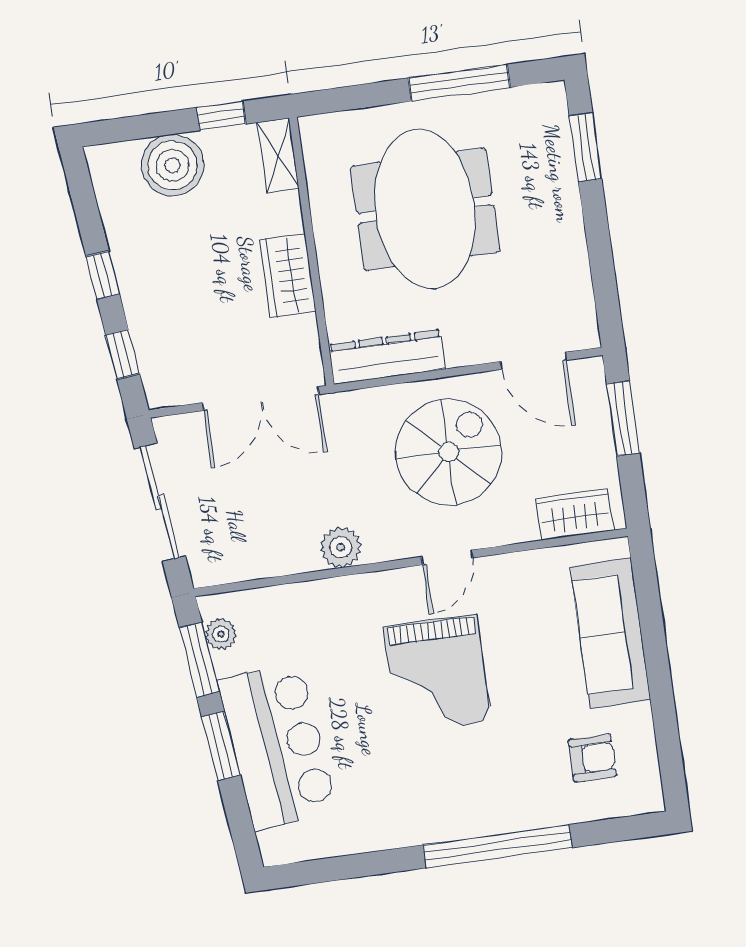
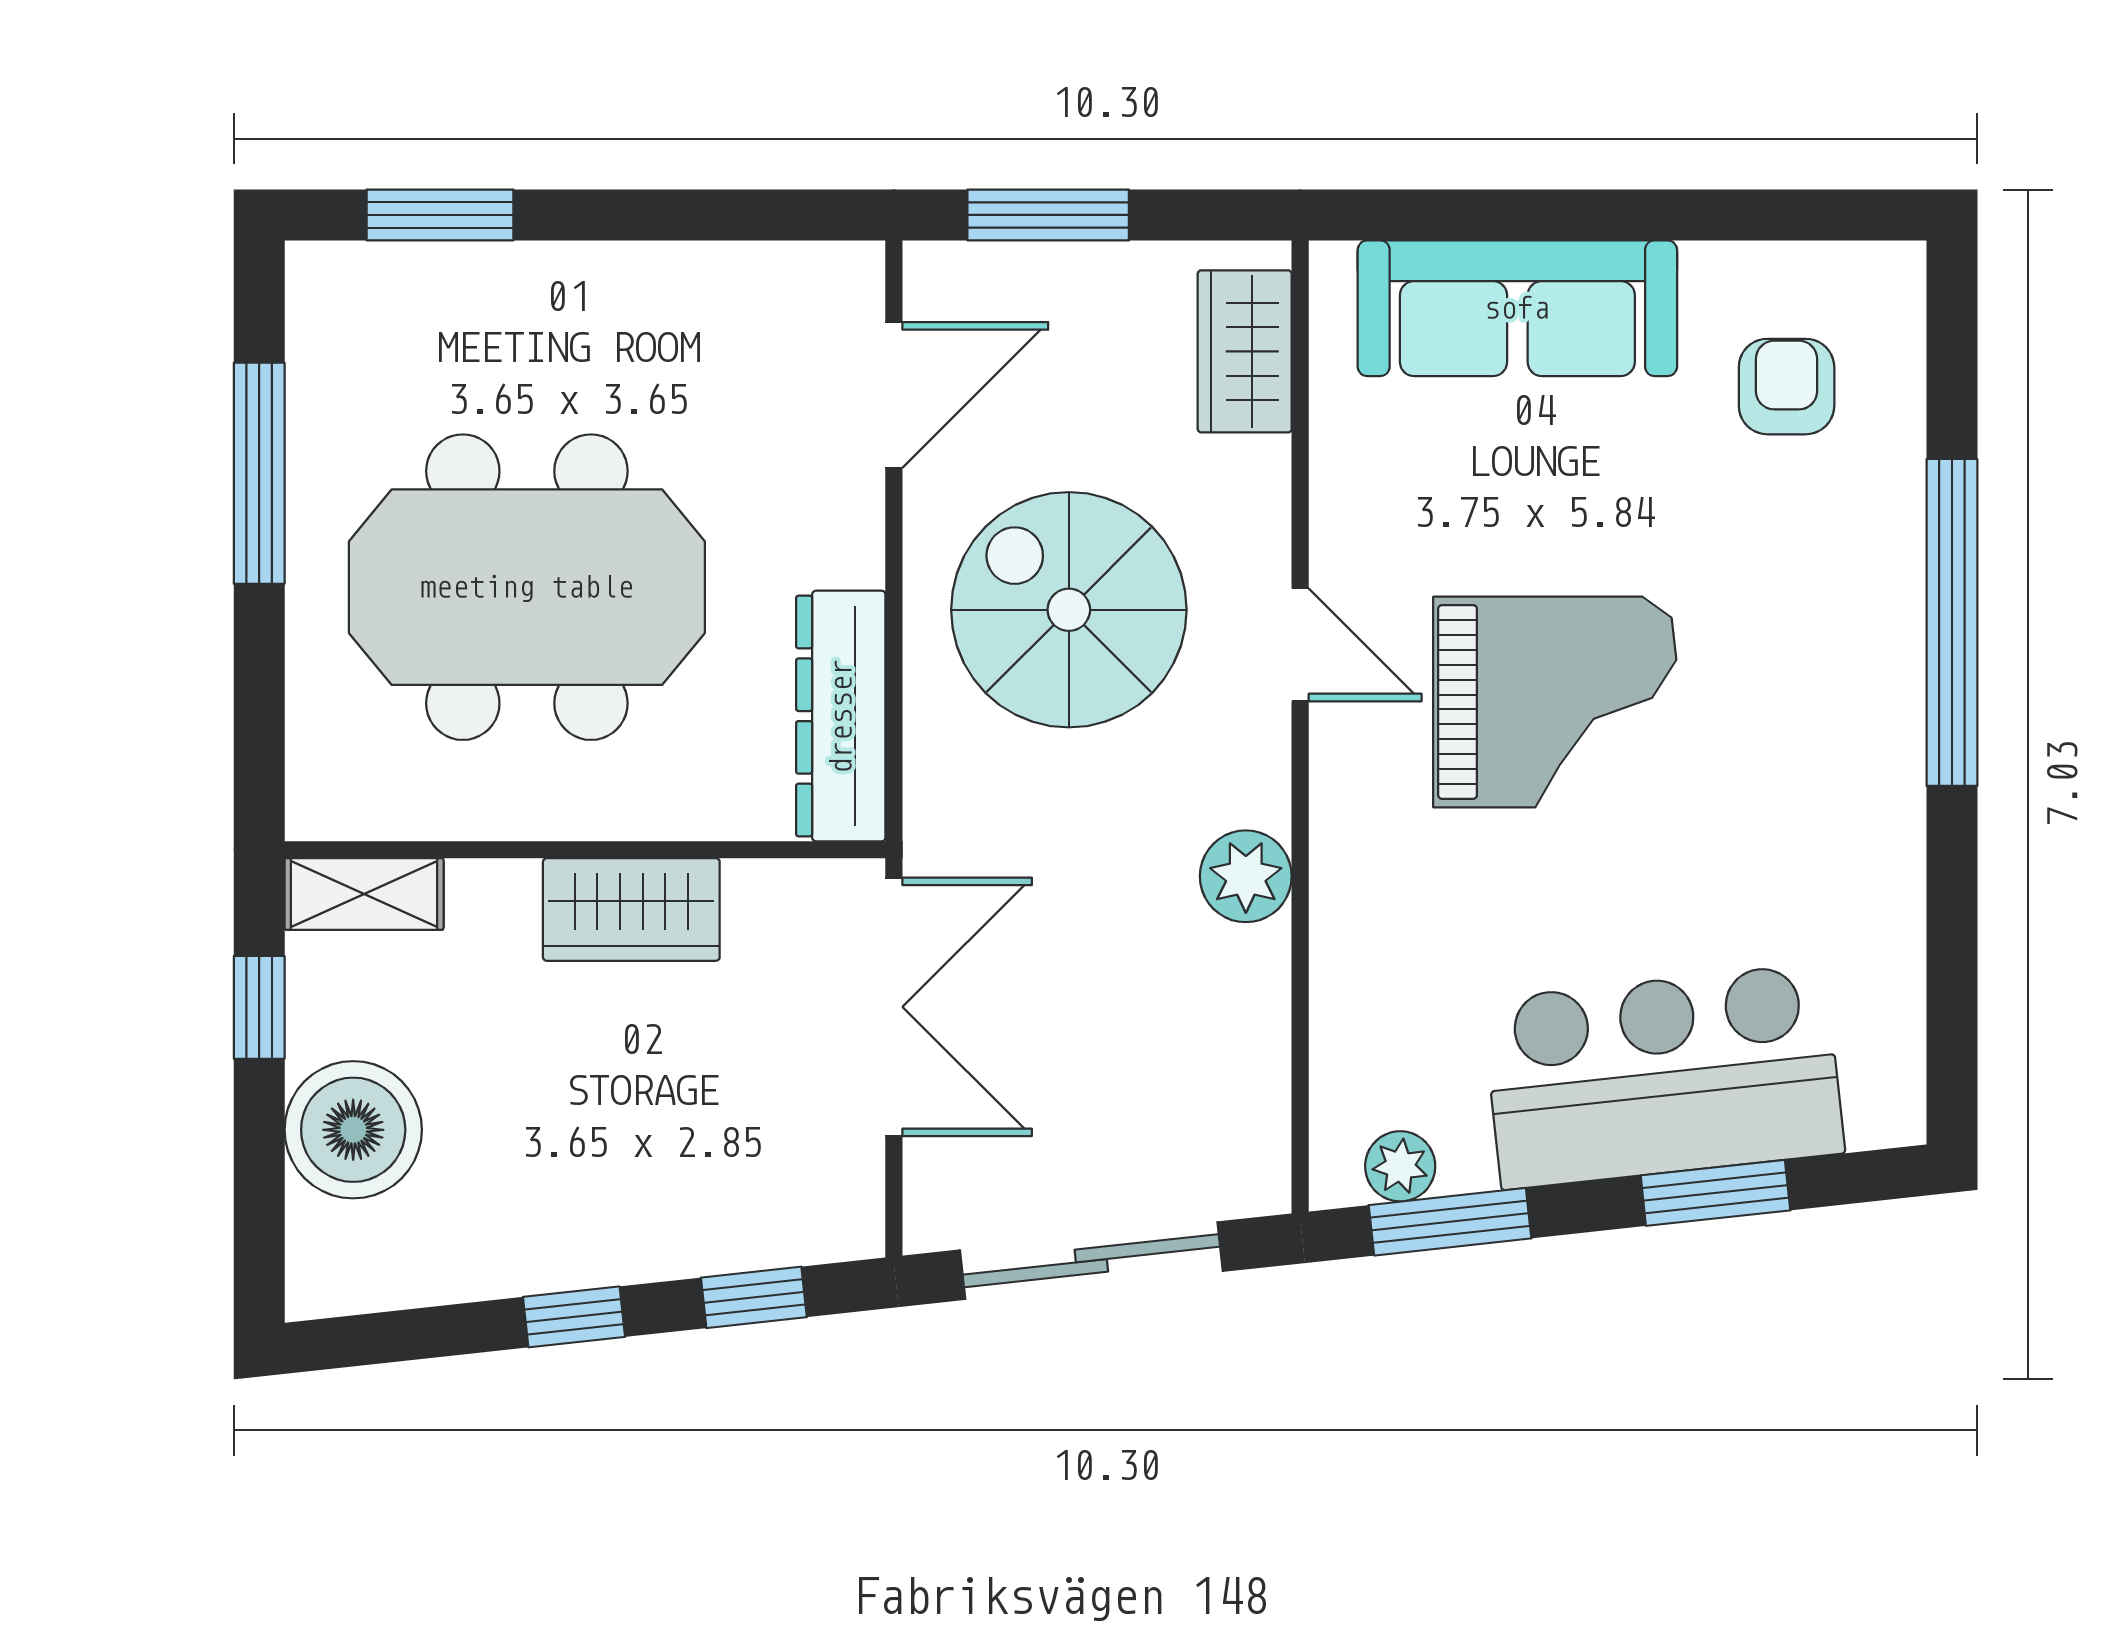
window: (221, 746) -> (1715, 1193), moved

